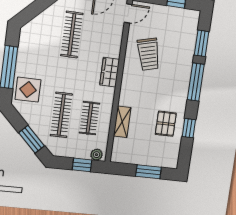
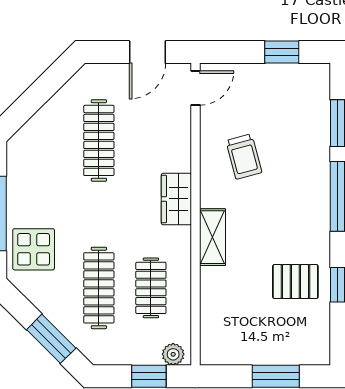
trolley: (148, 54) -> (244, 157), width x0.73, depth x0.72
shelving: (122, 122) -> (212, 237), moved
pallet: (166, 124) -> (295, 282), turned 90

